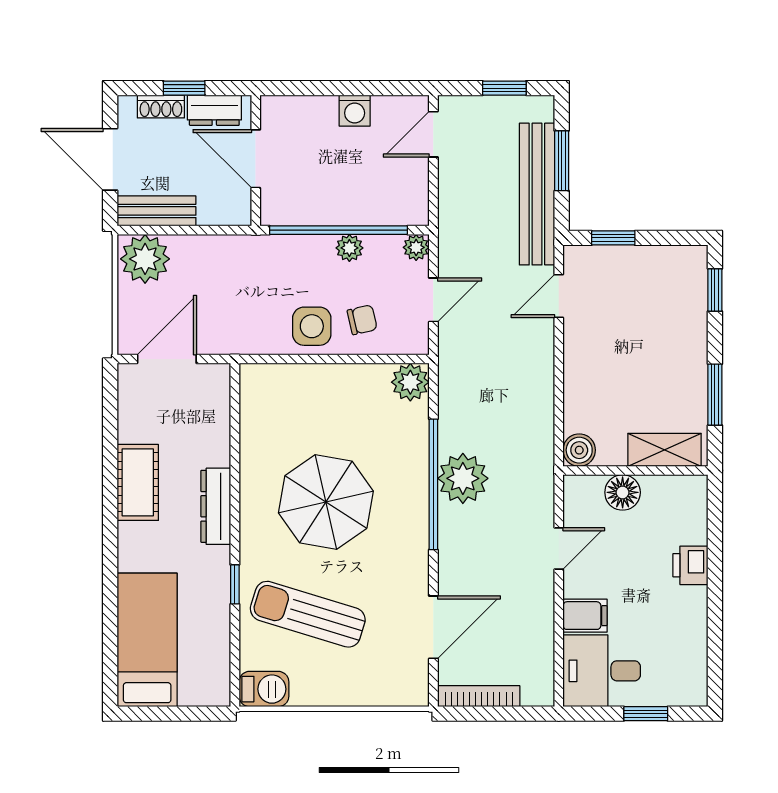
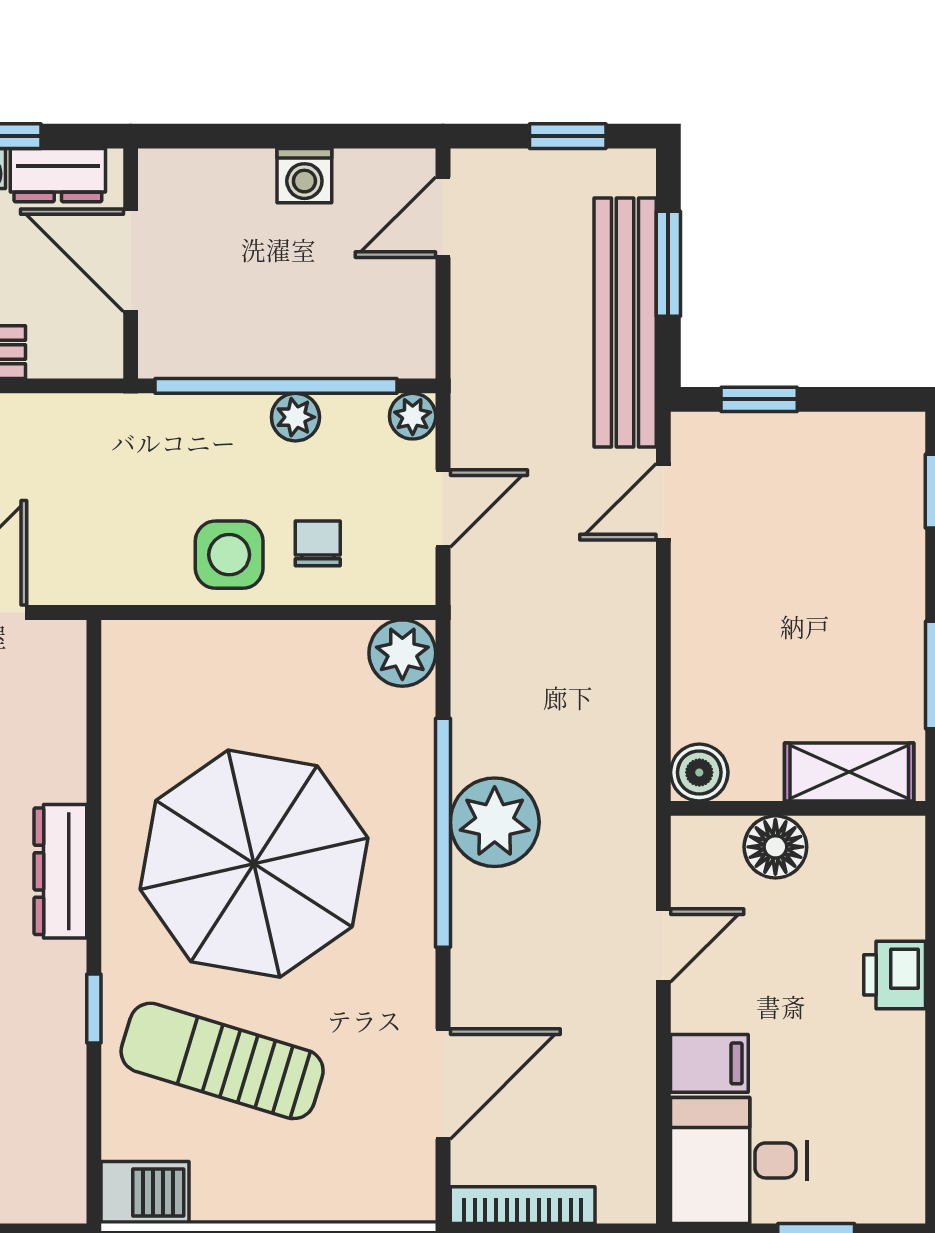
chair: (362, 320) -> (318, 543), turned -77
parasol: (326, 502) -> (254, 864), width x1.36, depth x1.36

